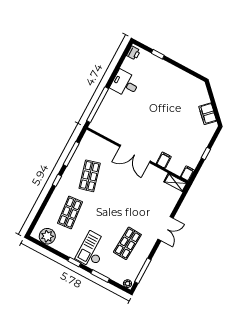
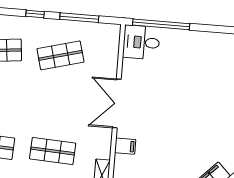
desk: (125, 84) -> (141, 42), moved, turned -90
shop shelf: (147, 207) -> (53, 151), added

